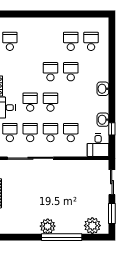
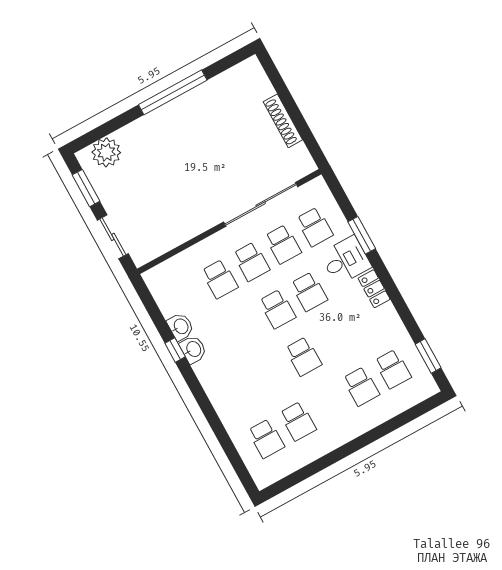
school desk: (71, 72) -> (361, 386), moved
washbasin: (103, 89) -> (193, 349), moved
window: (112, 129) -> (175, 350), moved
desk: (98, 145) -> (166, 283), removed
plant: (48, 226) -> (175, 113), removed
window: (62, 237) -> (173, 92), moved

